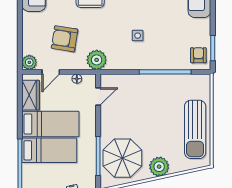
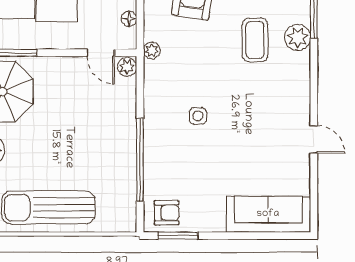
plant: (97, 60) -> (152, 50), width x0.53, depth x0.53
plant: (107, 80) -> (127, 67), added

